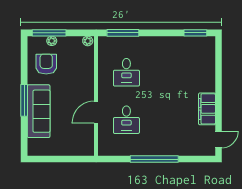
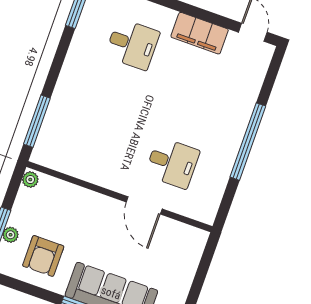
armchair: (46, 64) -> (43, 256), turned -90
desk: (126, 72) -> (132, 44), moved

